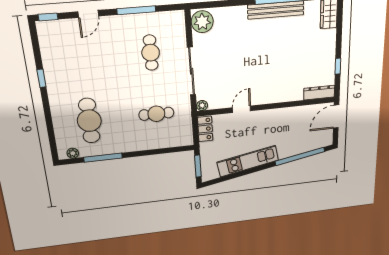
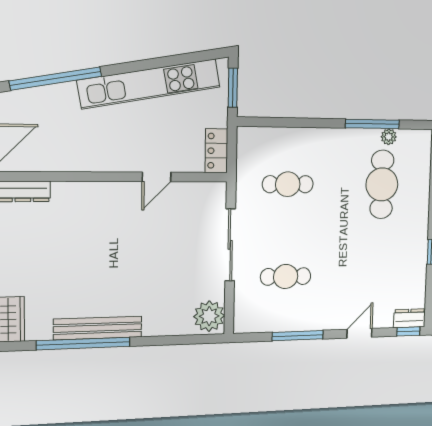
dresser: (49, 27) -> (409, 318), added
cafe table: (151, 53) -> (286, 276), turned 90
plant: (202, 105) -> (219, 190), removed
plant: (73, 153) -> (389, 137), moved
kitchen unit: (248, 161) -> (149, 84), width x1.36

